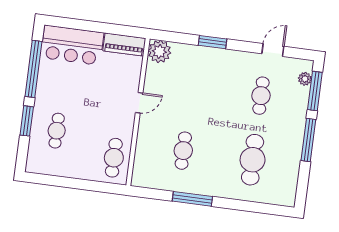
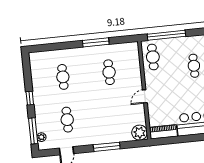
window: (213, 42) -> (107, 147), width x1.44
window: (308, 140) -> (30, 98), width x0.46
cafe table: (253, 160) -> (63, 77), width x0.73, depth x0.74
window: (86, 185) -> (166, 35), added

